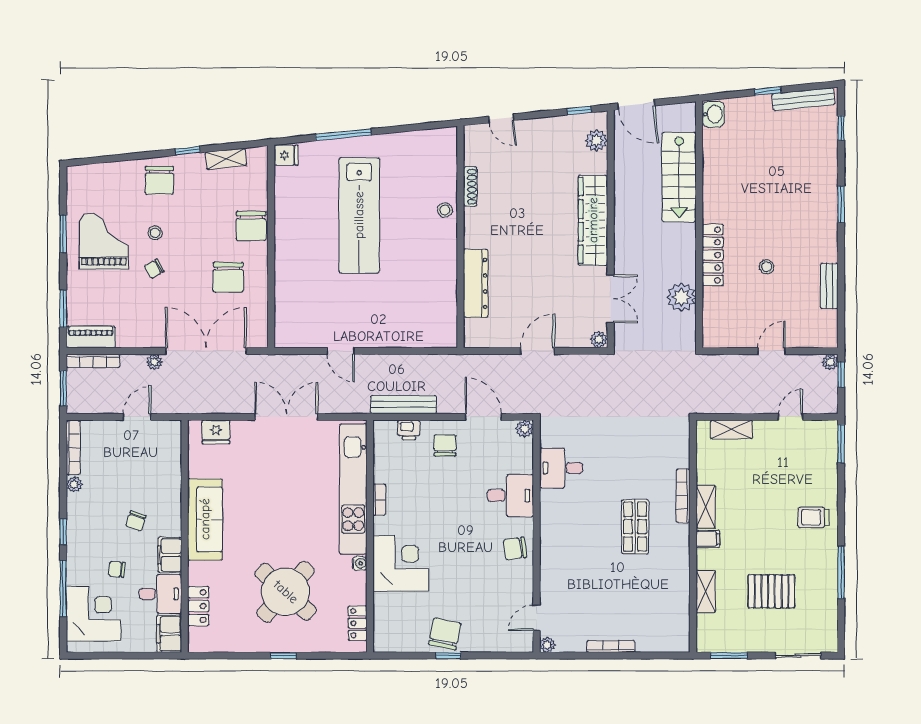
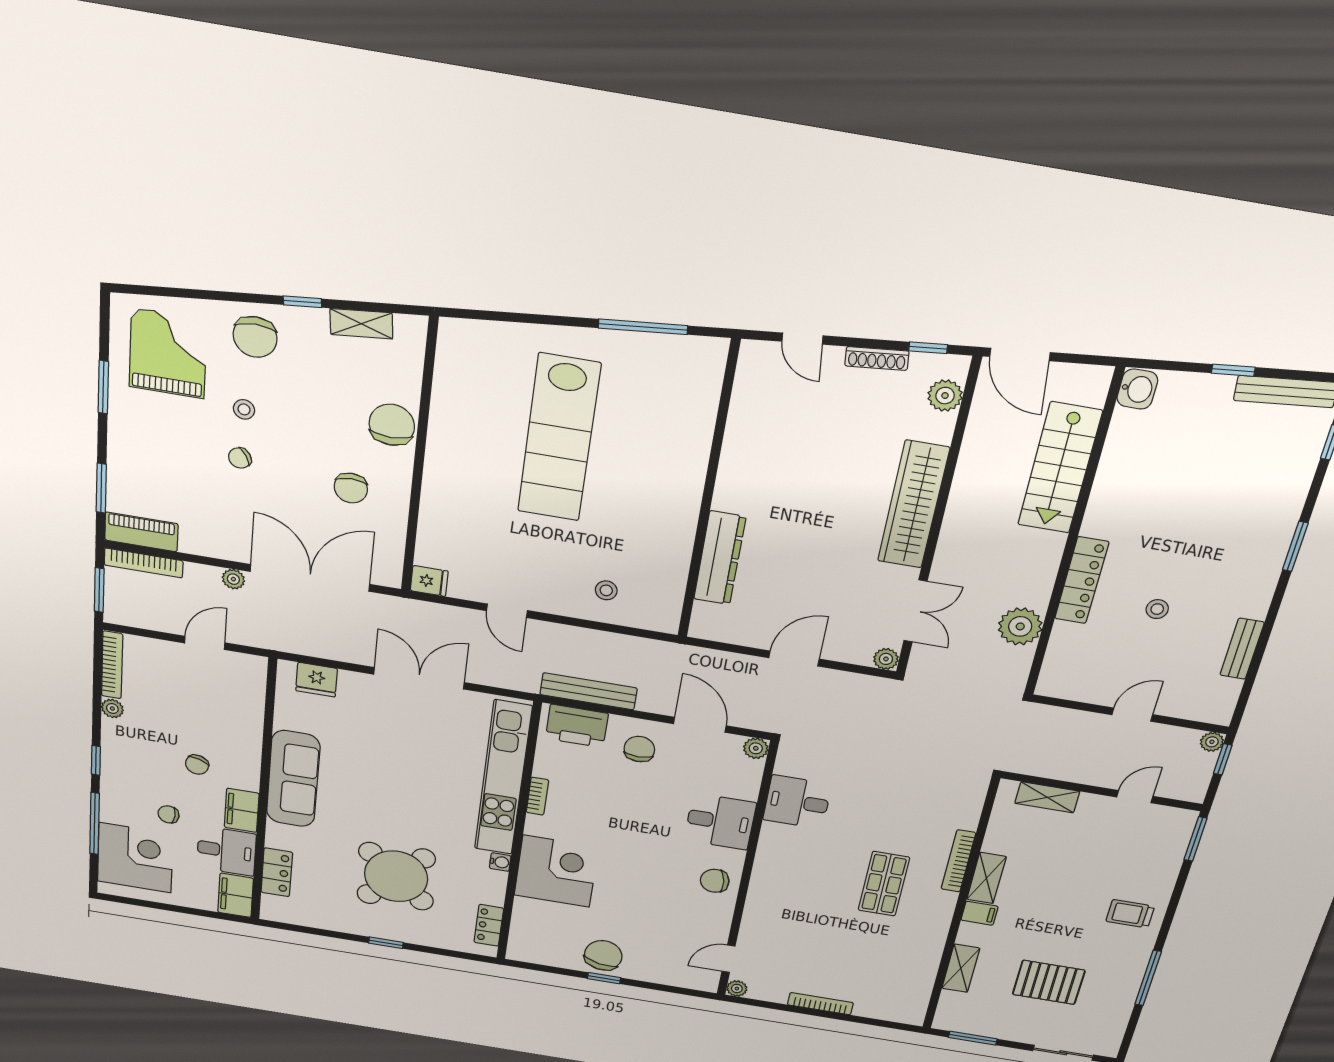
window: (343, 135) -> (643, 327), moved
fridge: (286, 155) -> (429, 581), moved
shoe rack: (470, 187) -> (877, 358), moved, turned 84
stool: (445, 210) -> (606, 590), moved
chair: (251, 226) -> (392, 425), turned 180
grand piano: (104, 241) -> (168, 353), moved
chair: (228, 277) -> (351, 488), width x0.73, depth x0.73
printer: (409, 430) -> (577, 726), width x1.87, depth x1.48

